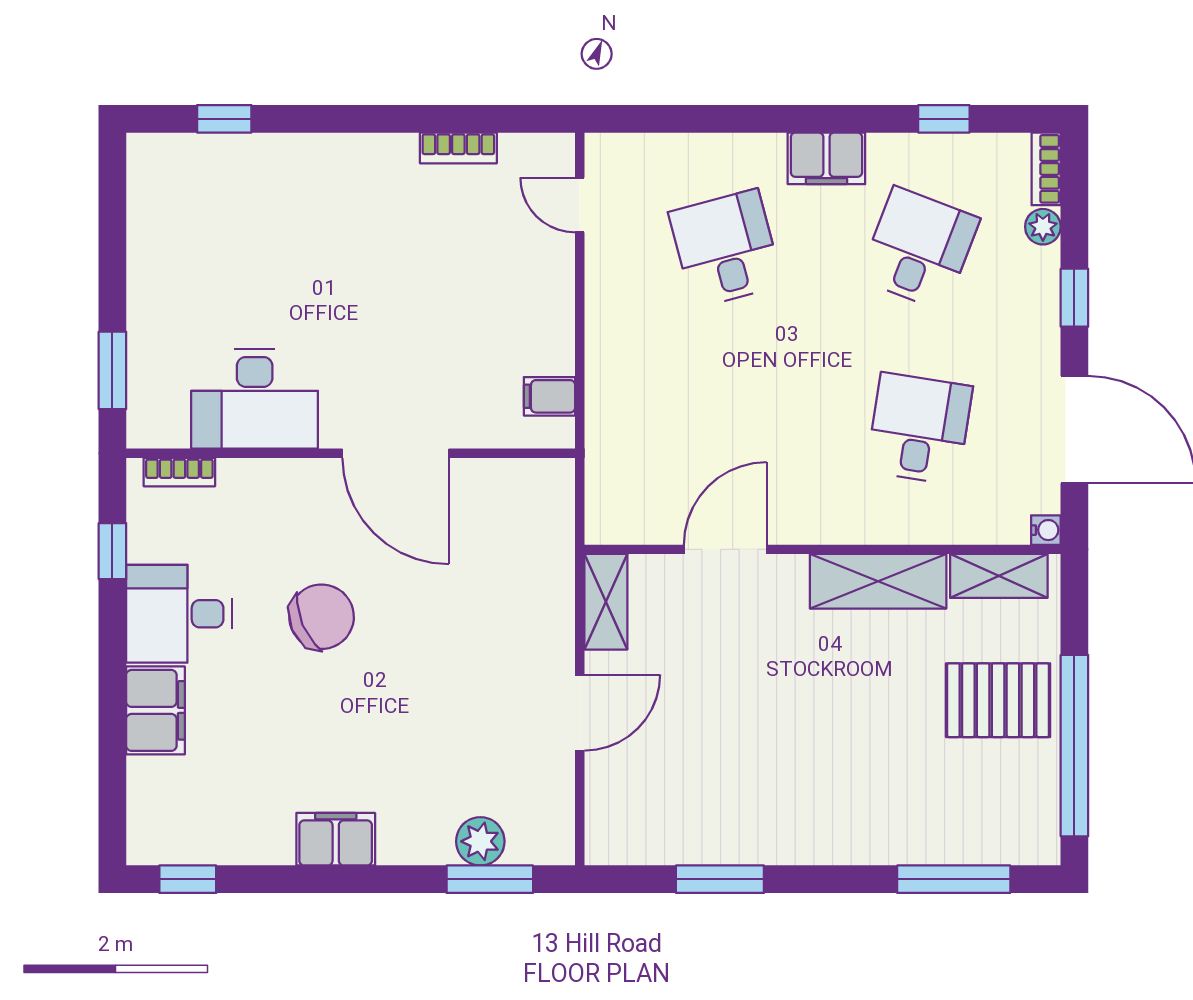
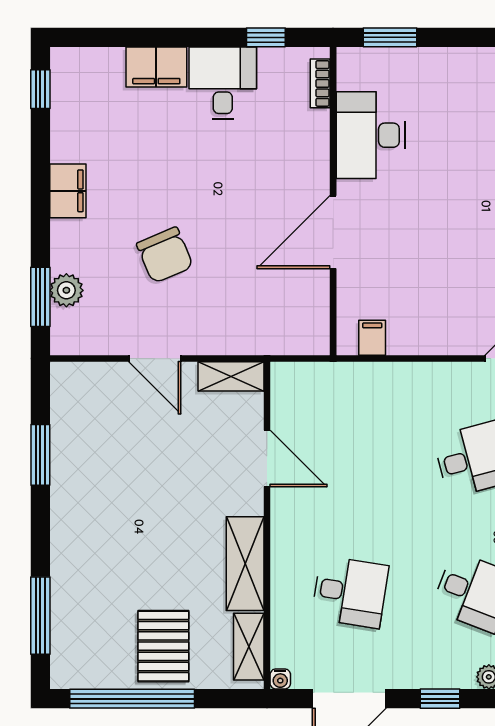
chair: (322, 617) -> (165, 255), moved

